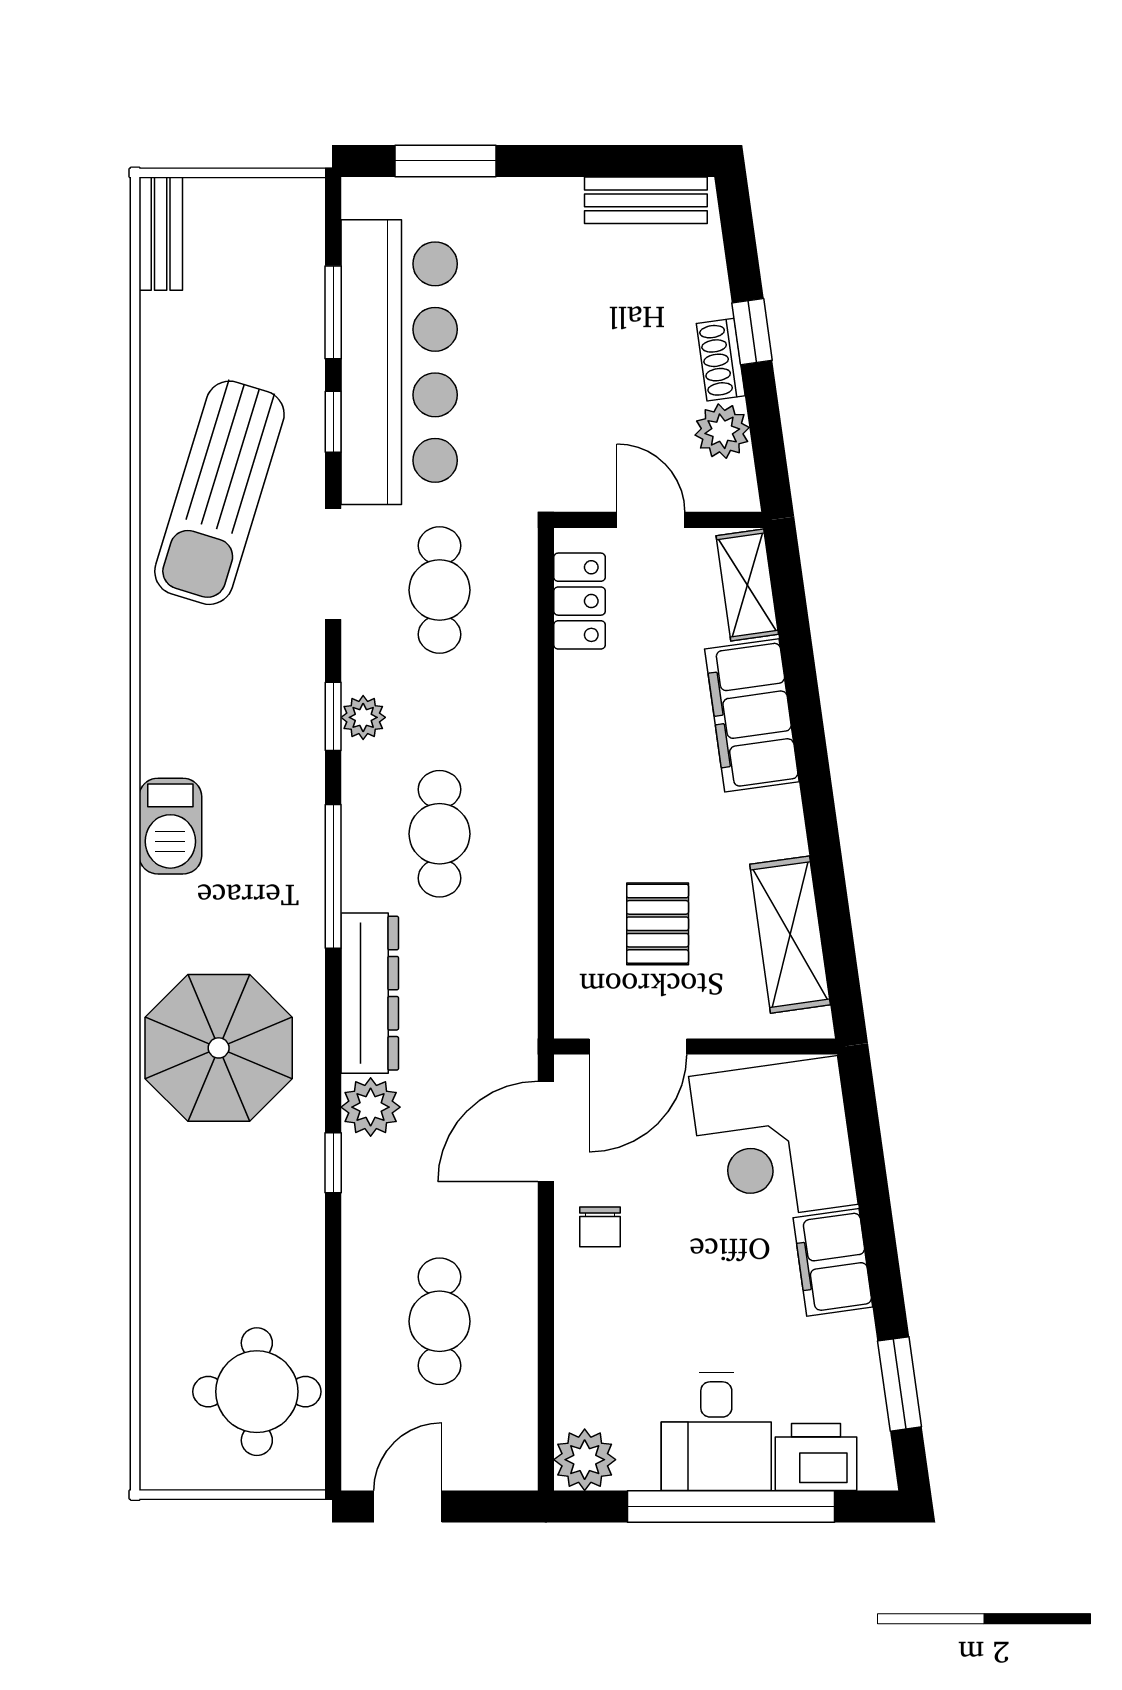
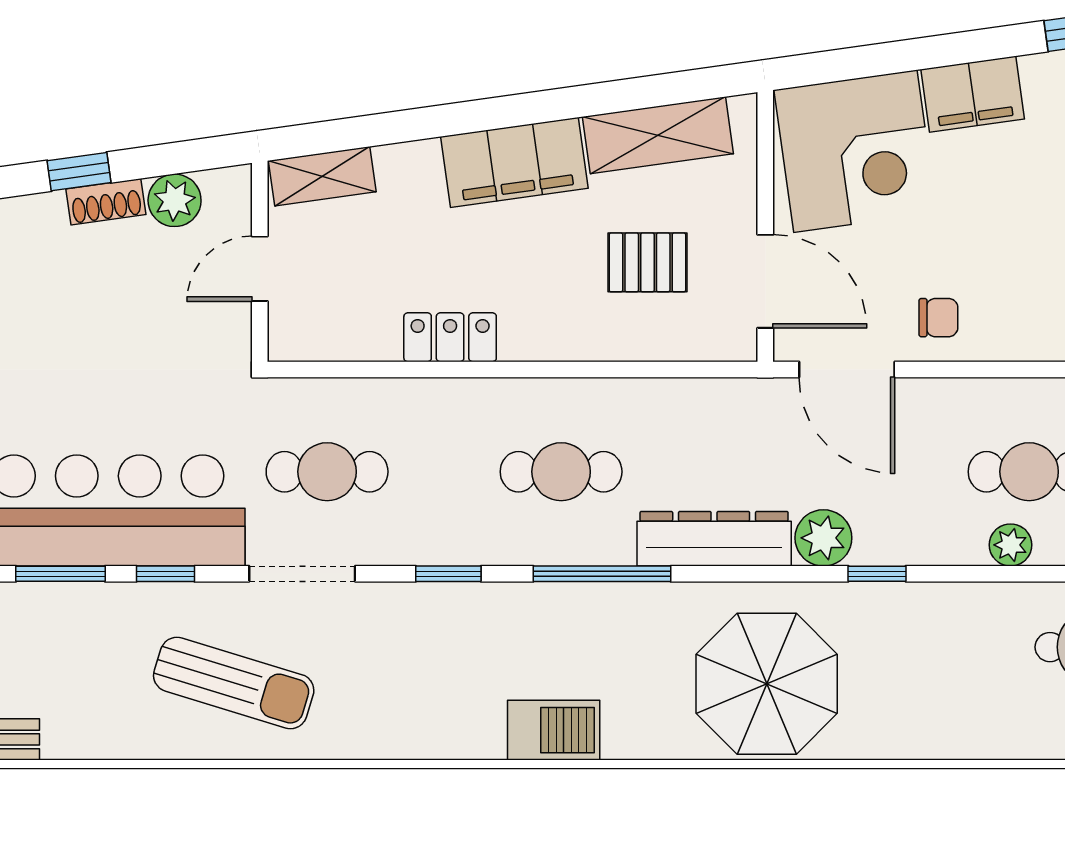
sun lounger: (219, 493) -> (234, 683), width x0.73, depth x0.75
locker: (579, 601) -> (450, 337), moved
filing cabinet: (752, 715) -> (514, 162), moved
plant: (363, 717) -> (1011, 545), moved

